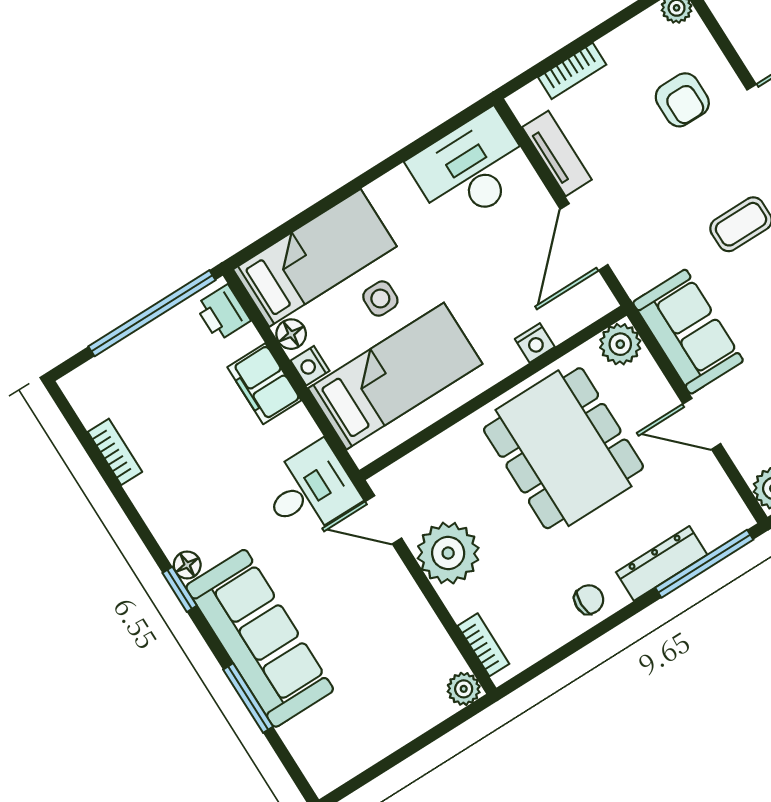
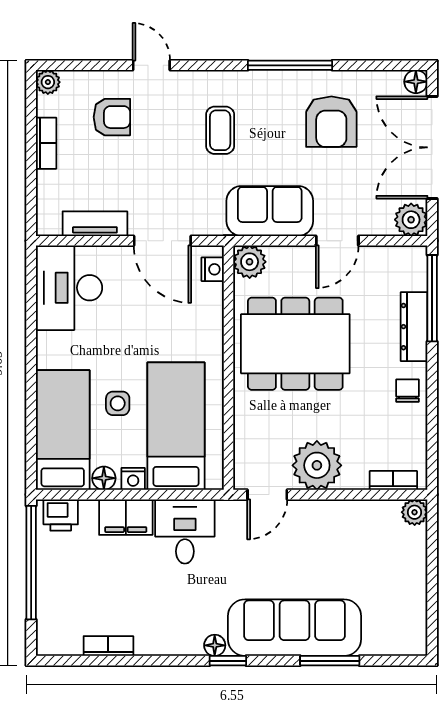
bookcase: (572, 71) -> (46, 143), moved
nightstand: (535, 343) -> (213, 269), moved
desk: (310, 490) -> (185, 531), moved

